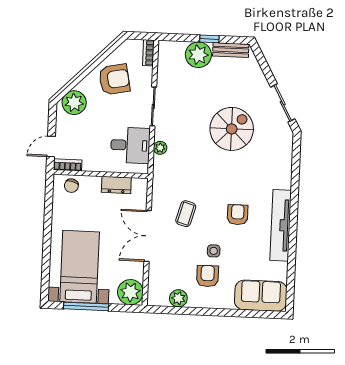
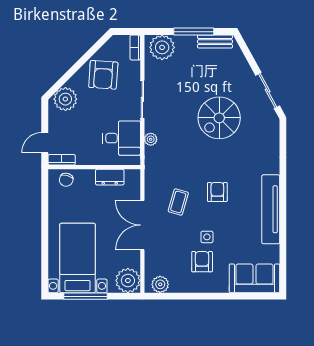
window: (209, 39) -> (194, 32), width x2.17
plant: (198, 55) -> (162, 47), moved
armchair: (114, 79) -> (103, 75), turned 105
spiral stairs: (232, 129) -> (219, 118), turned 180
armchair: (238, 215) -> (217, 192), moved
plant: (178, 298) -> (160, 284), moved

